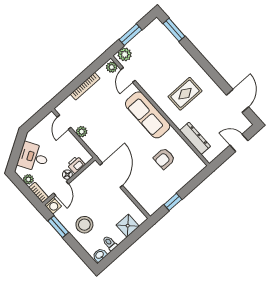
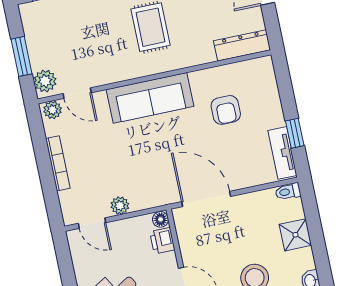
dresser: (195, 138) -> (242, 45), moved
floor lamp: (67, 175) -> (161, 219), moved
tv unit: (159, 201) -> (282, 153), added
shower: (128, 226) -> (295, 235), moved
toilet: (110, 243) -> (288, 192), moved

